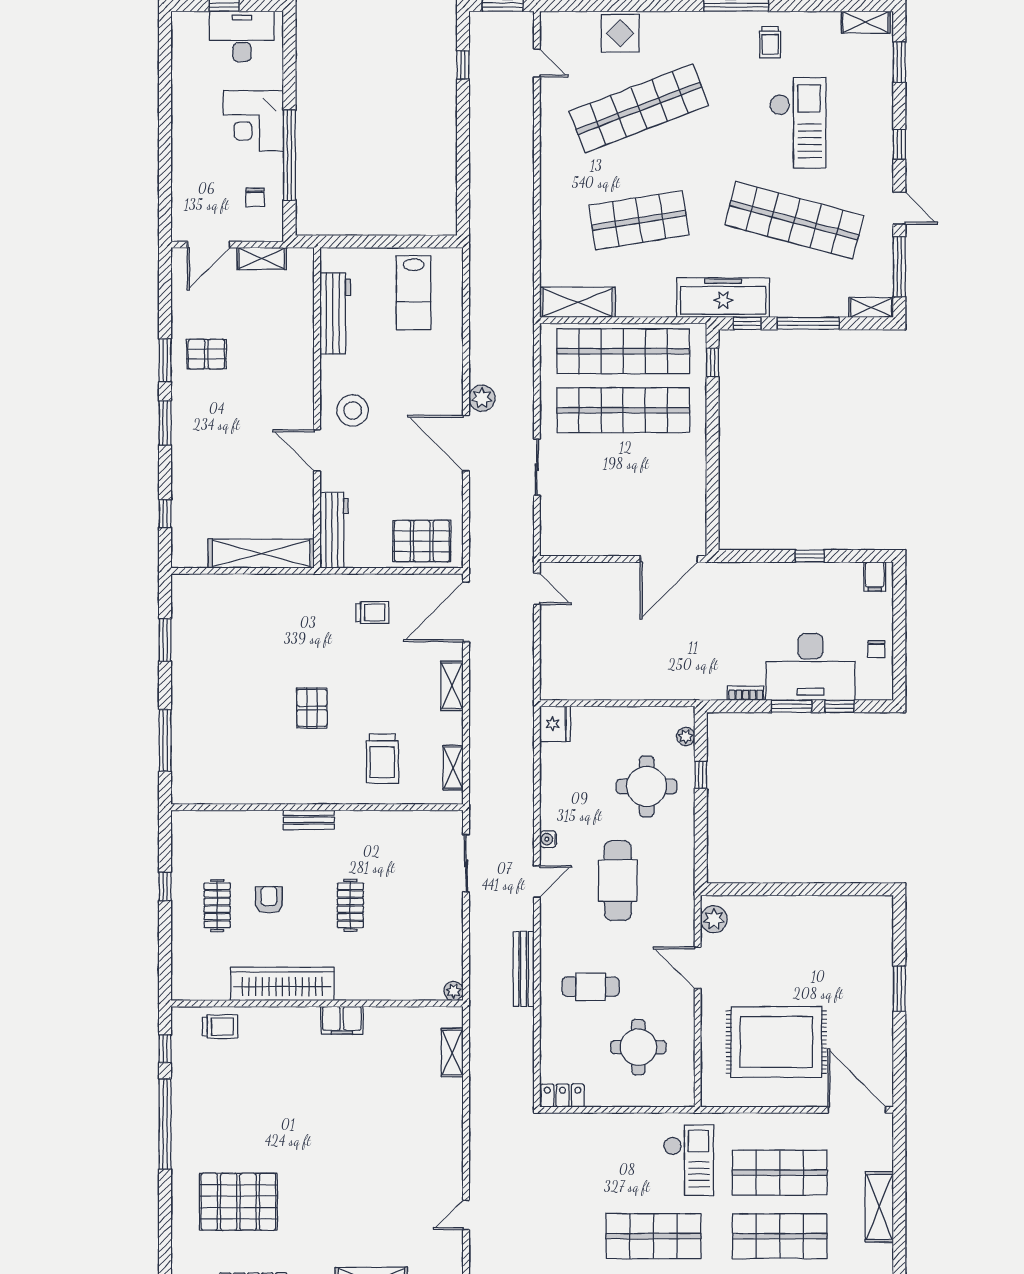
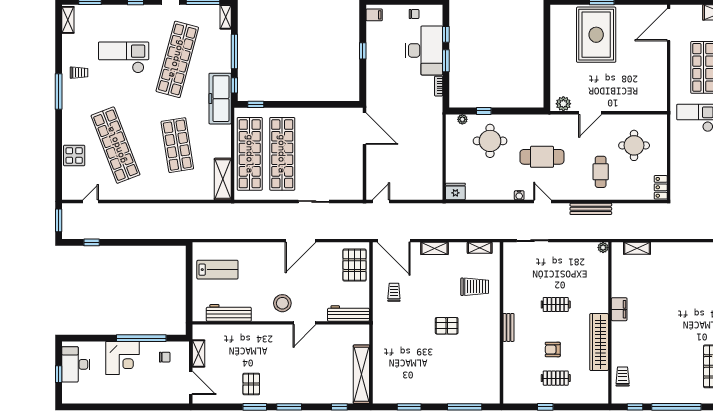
plant: (482, 398) -> (276, 232), removed
shelving: (261, 554) -> (361, 374), moved
rug: (776, 1042) -> (596, 35), moved

